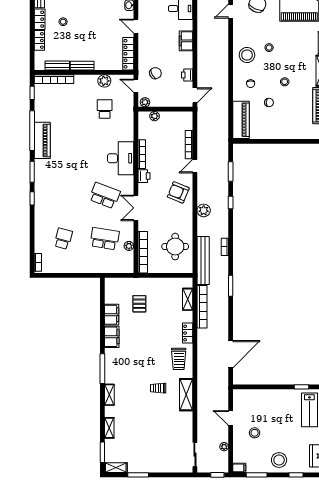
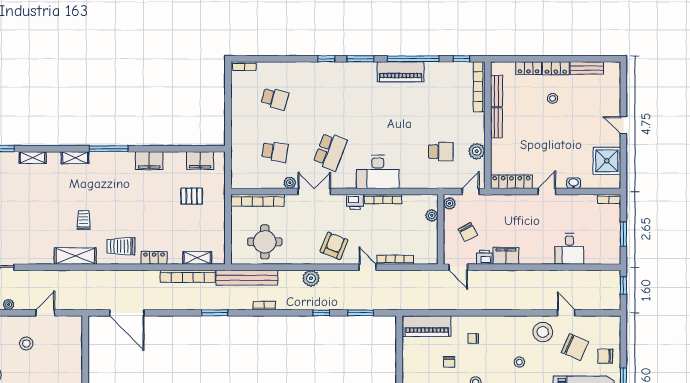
filing cabinet: (186, 41) -> (506, 256), moved
stool: (247, 55) -> (543, 332), moved
chair: (155, 73) -> (468, 232), moved
school desk: (105, 239) -> (275, 152), width x0.54
plant: (129, 246) -> (290, 183), moved
filing cabinet: (112, 315) -> (200, 160), moved

